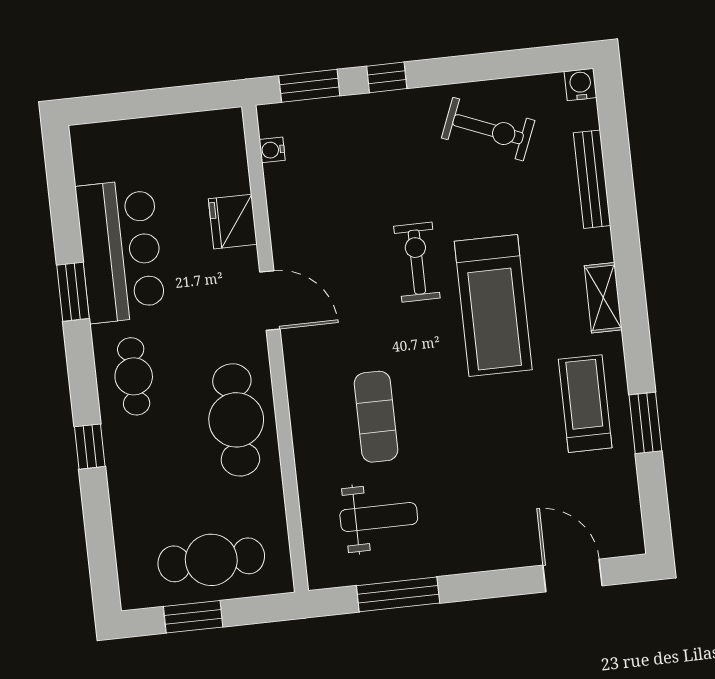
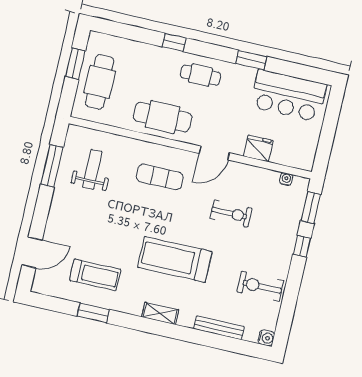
exercise bike: (488, 129) -> (260, 286), turned 68
bar counter: (121, 251) -> (288, 96), moved
exercise bike: (417, 262) -> (231, 213), moved
treadmill: (585, 404) -> (95, 275), moved
exercise mat: (376, 417) -> (160, 177), moved
weight bench: (379, 517) -> (92, 169), turned 180

